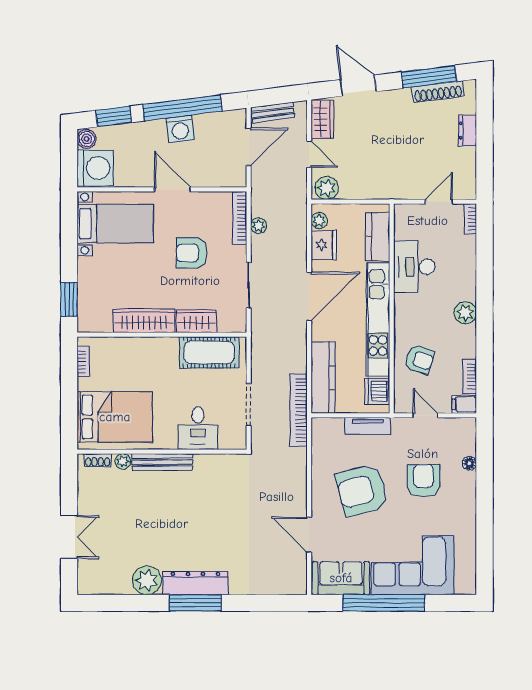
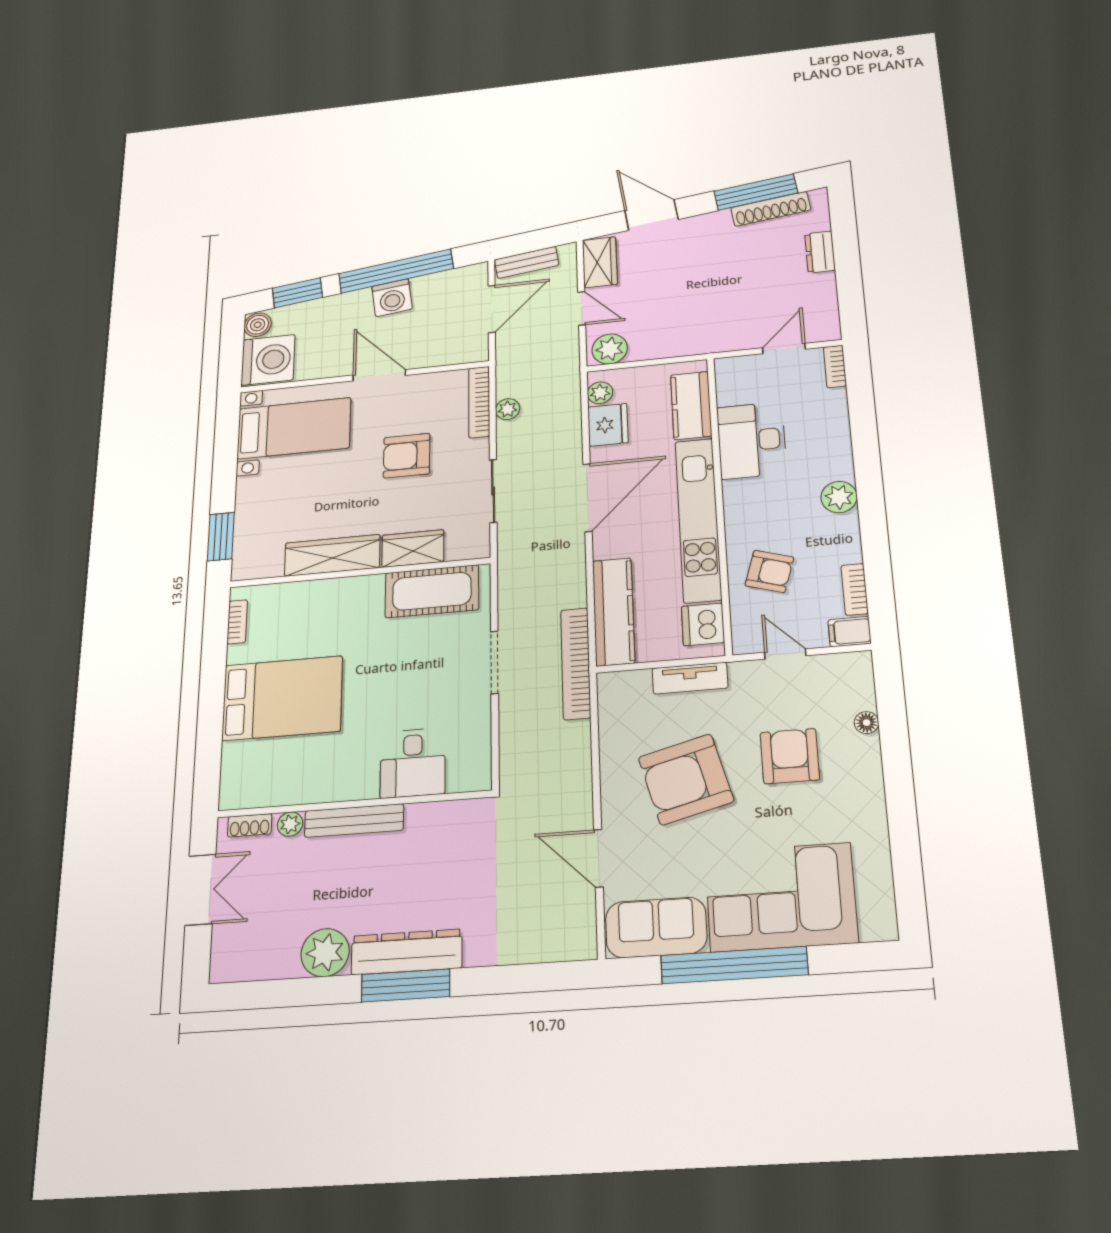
desk: (198, 428) -> (413, 763), moved
wall: (162, 452) -> (354, 804), moved
shoe rack: (98, 460) -> (250, 825), moved
plant: (123, 461) -> (290, 824), moved
bench: (162, 462) -> (354, 820), moved

